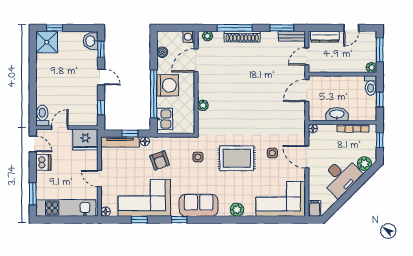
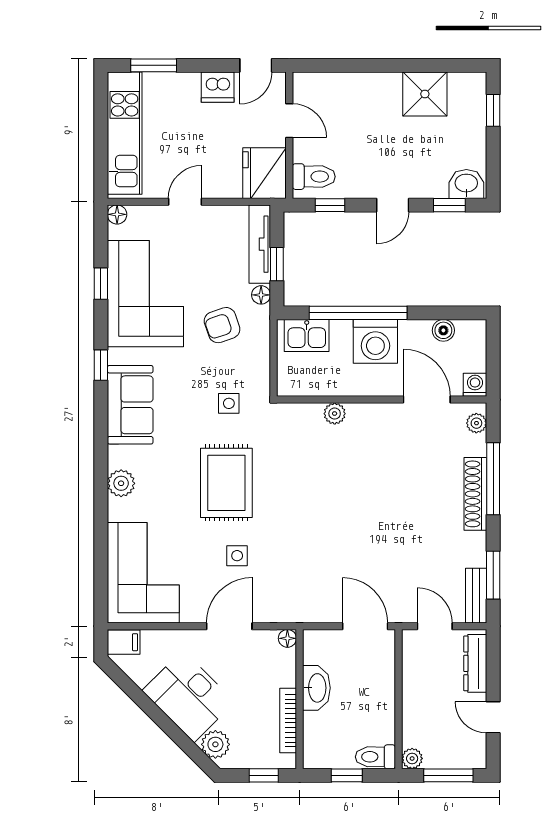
shower: (47, 42) -> (425, 94), moved
toilet: (42, 116) -> (314, 177), moved

